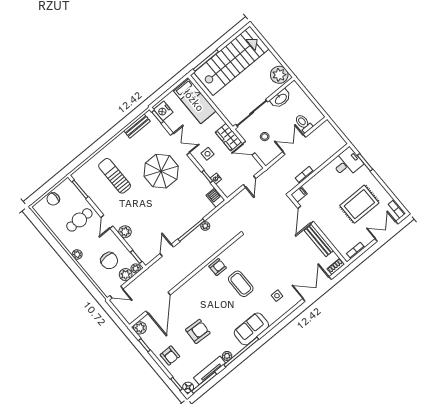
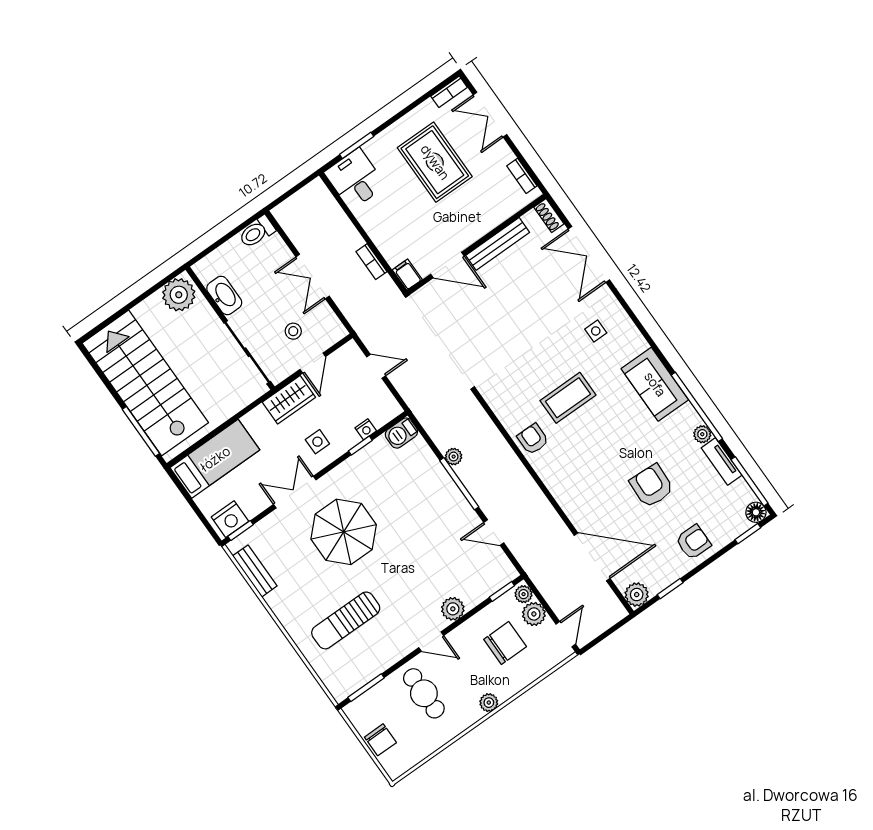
toilet: (304, 123) -> (257, 232), moved
tv unit: (210, 370) -> (722, 462), width x0.71

